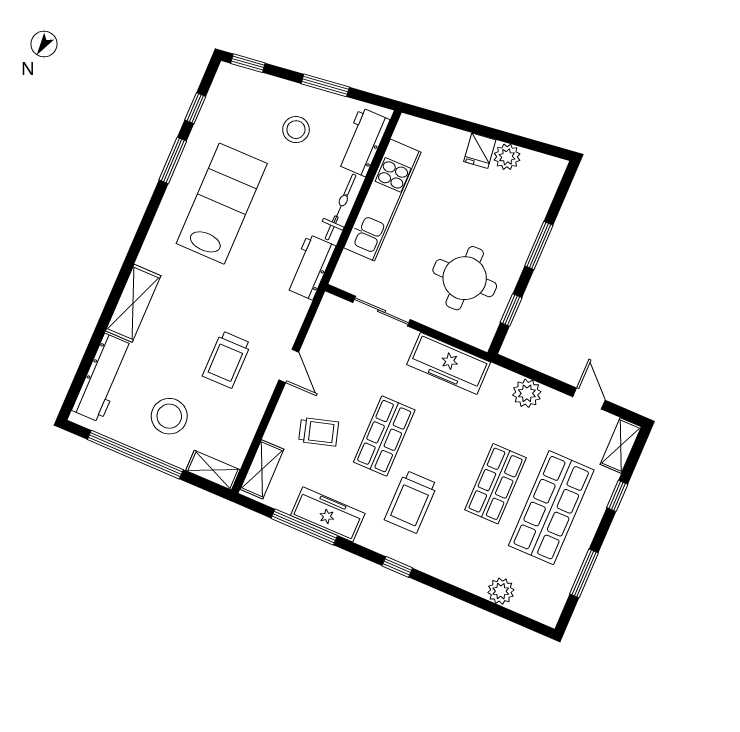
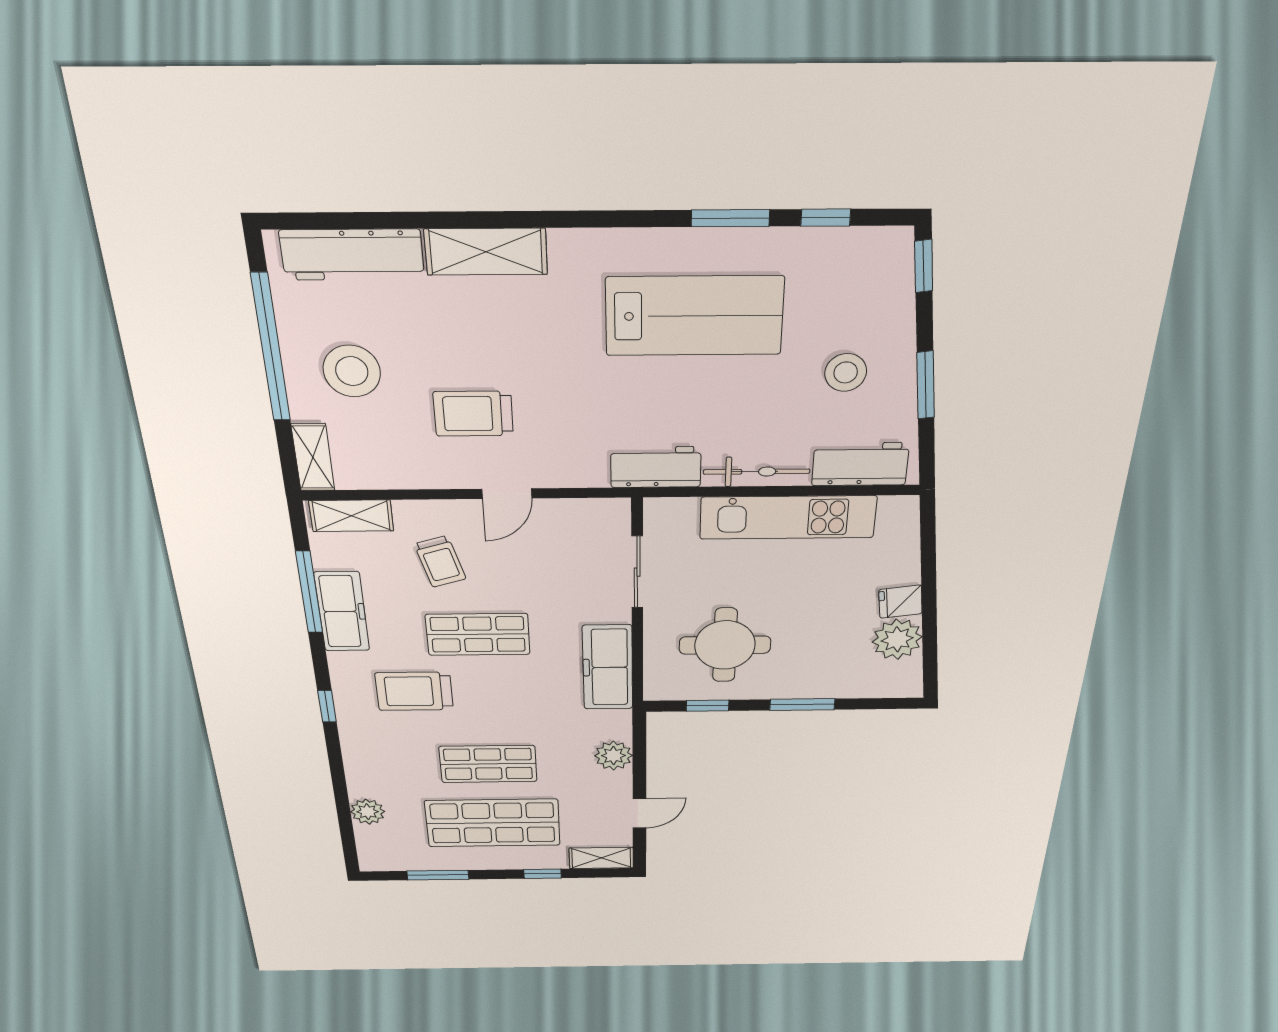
plant: (507, 157) -> (897, 639), width x1.36, depth x1.36

